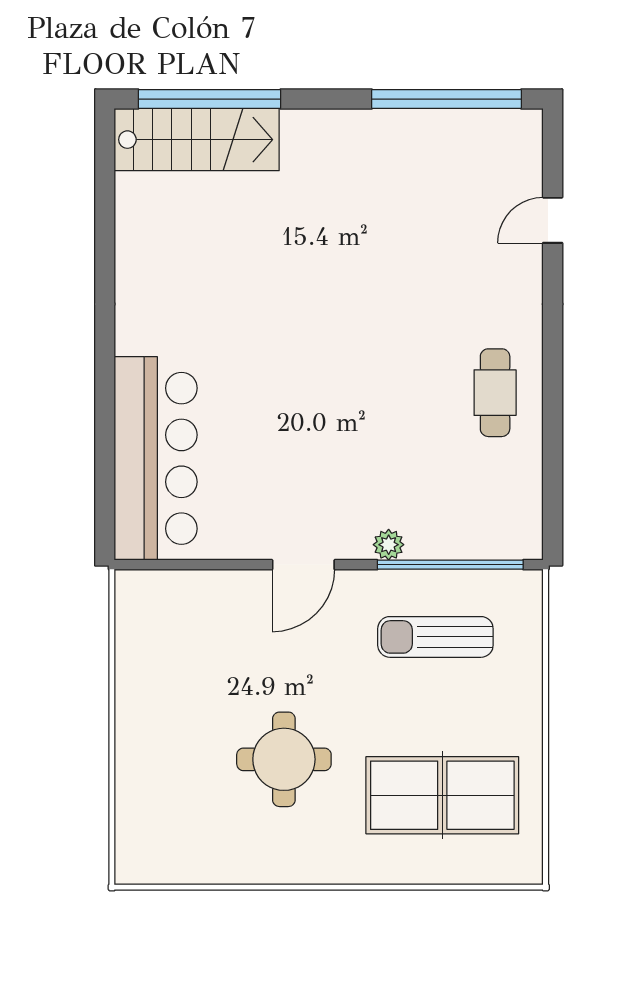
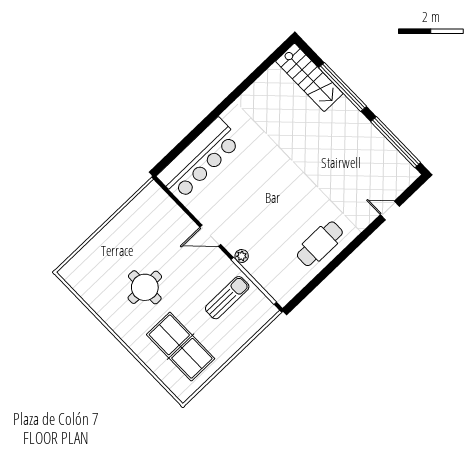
window: (209, 99) -> (343, 87), moved
cafe table: (495, 393) -> (320, 244), width x1.37, depth x1.35
sun lounger: (435, 637) -> (227, 298), turned 90

